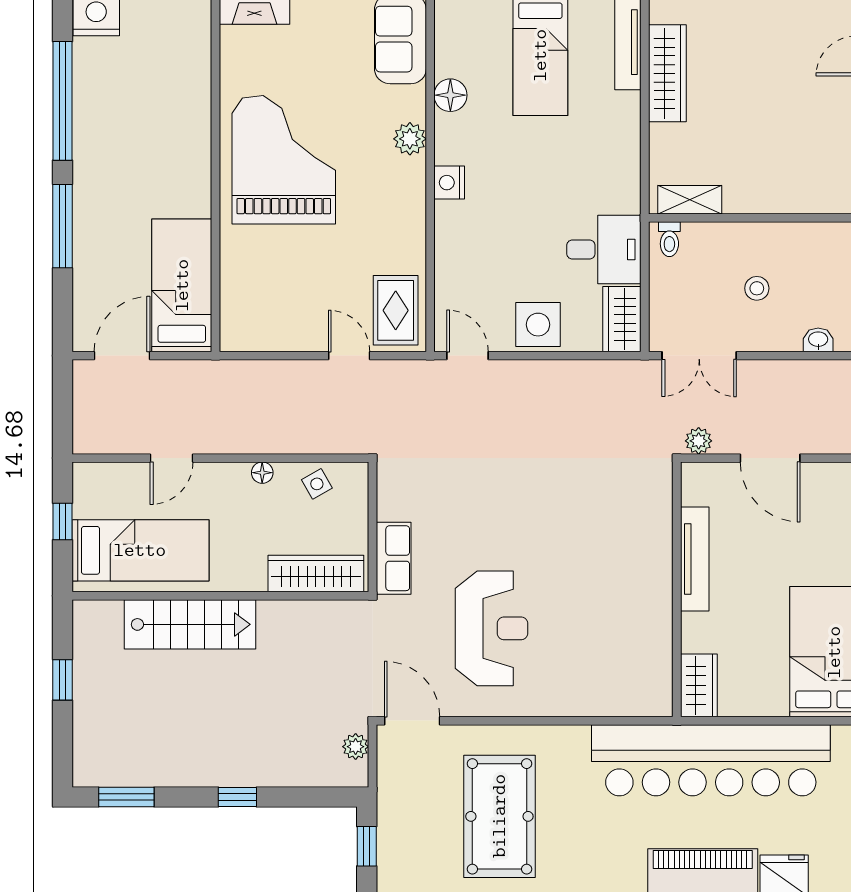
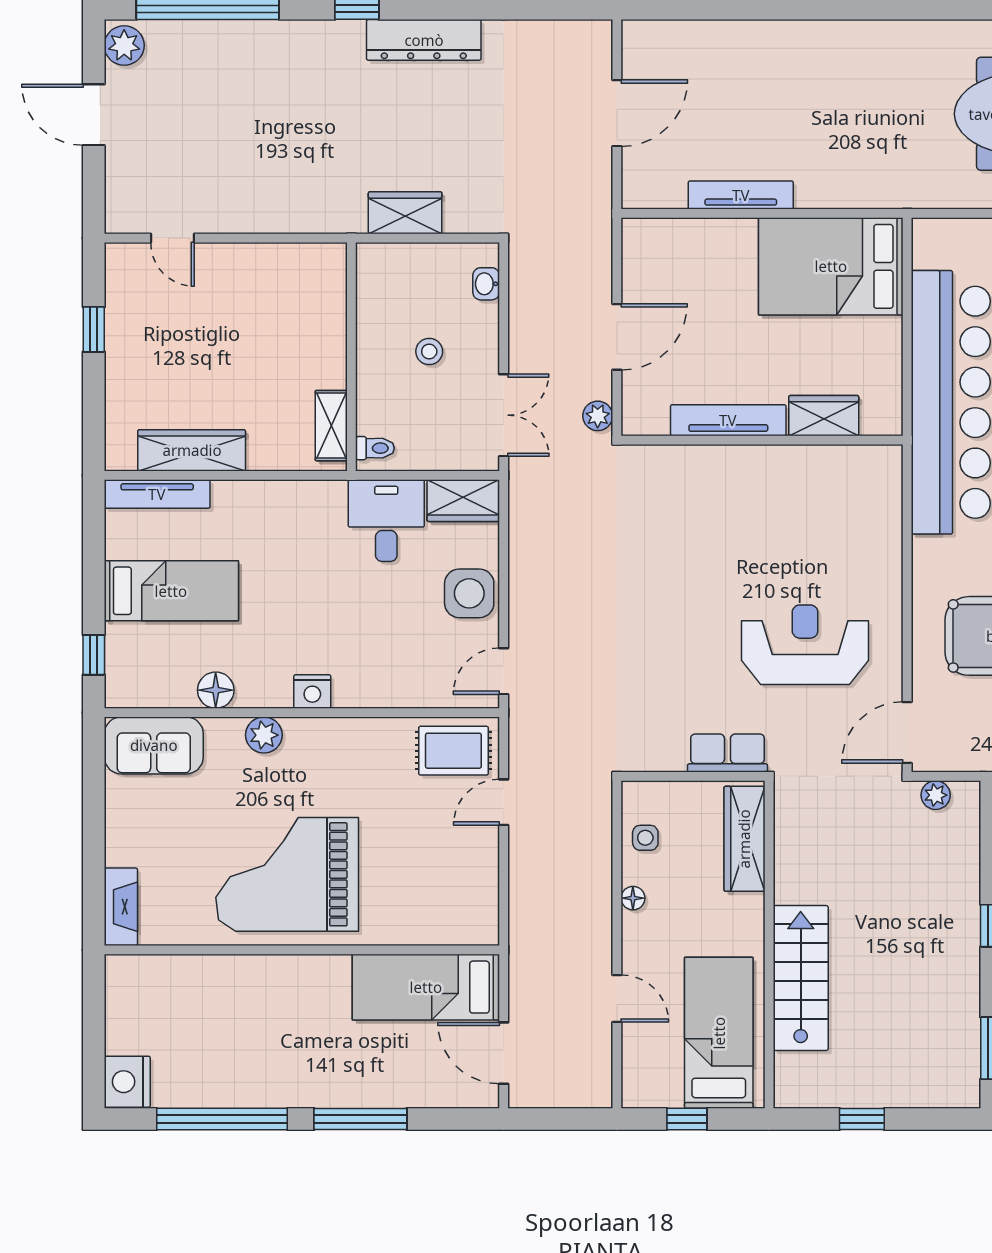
side table: (317, 484) -> (645, 838), turned 30
wardrobe: (699, 685) -> (824, 416), moved

